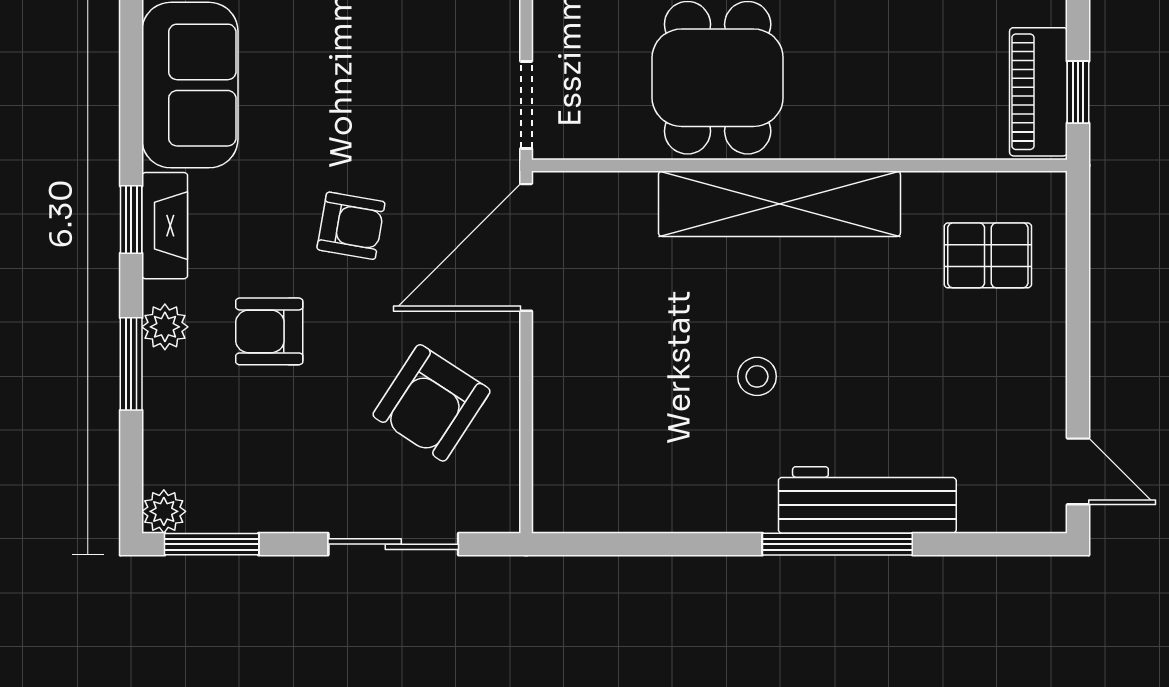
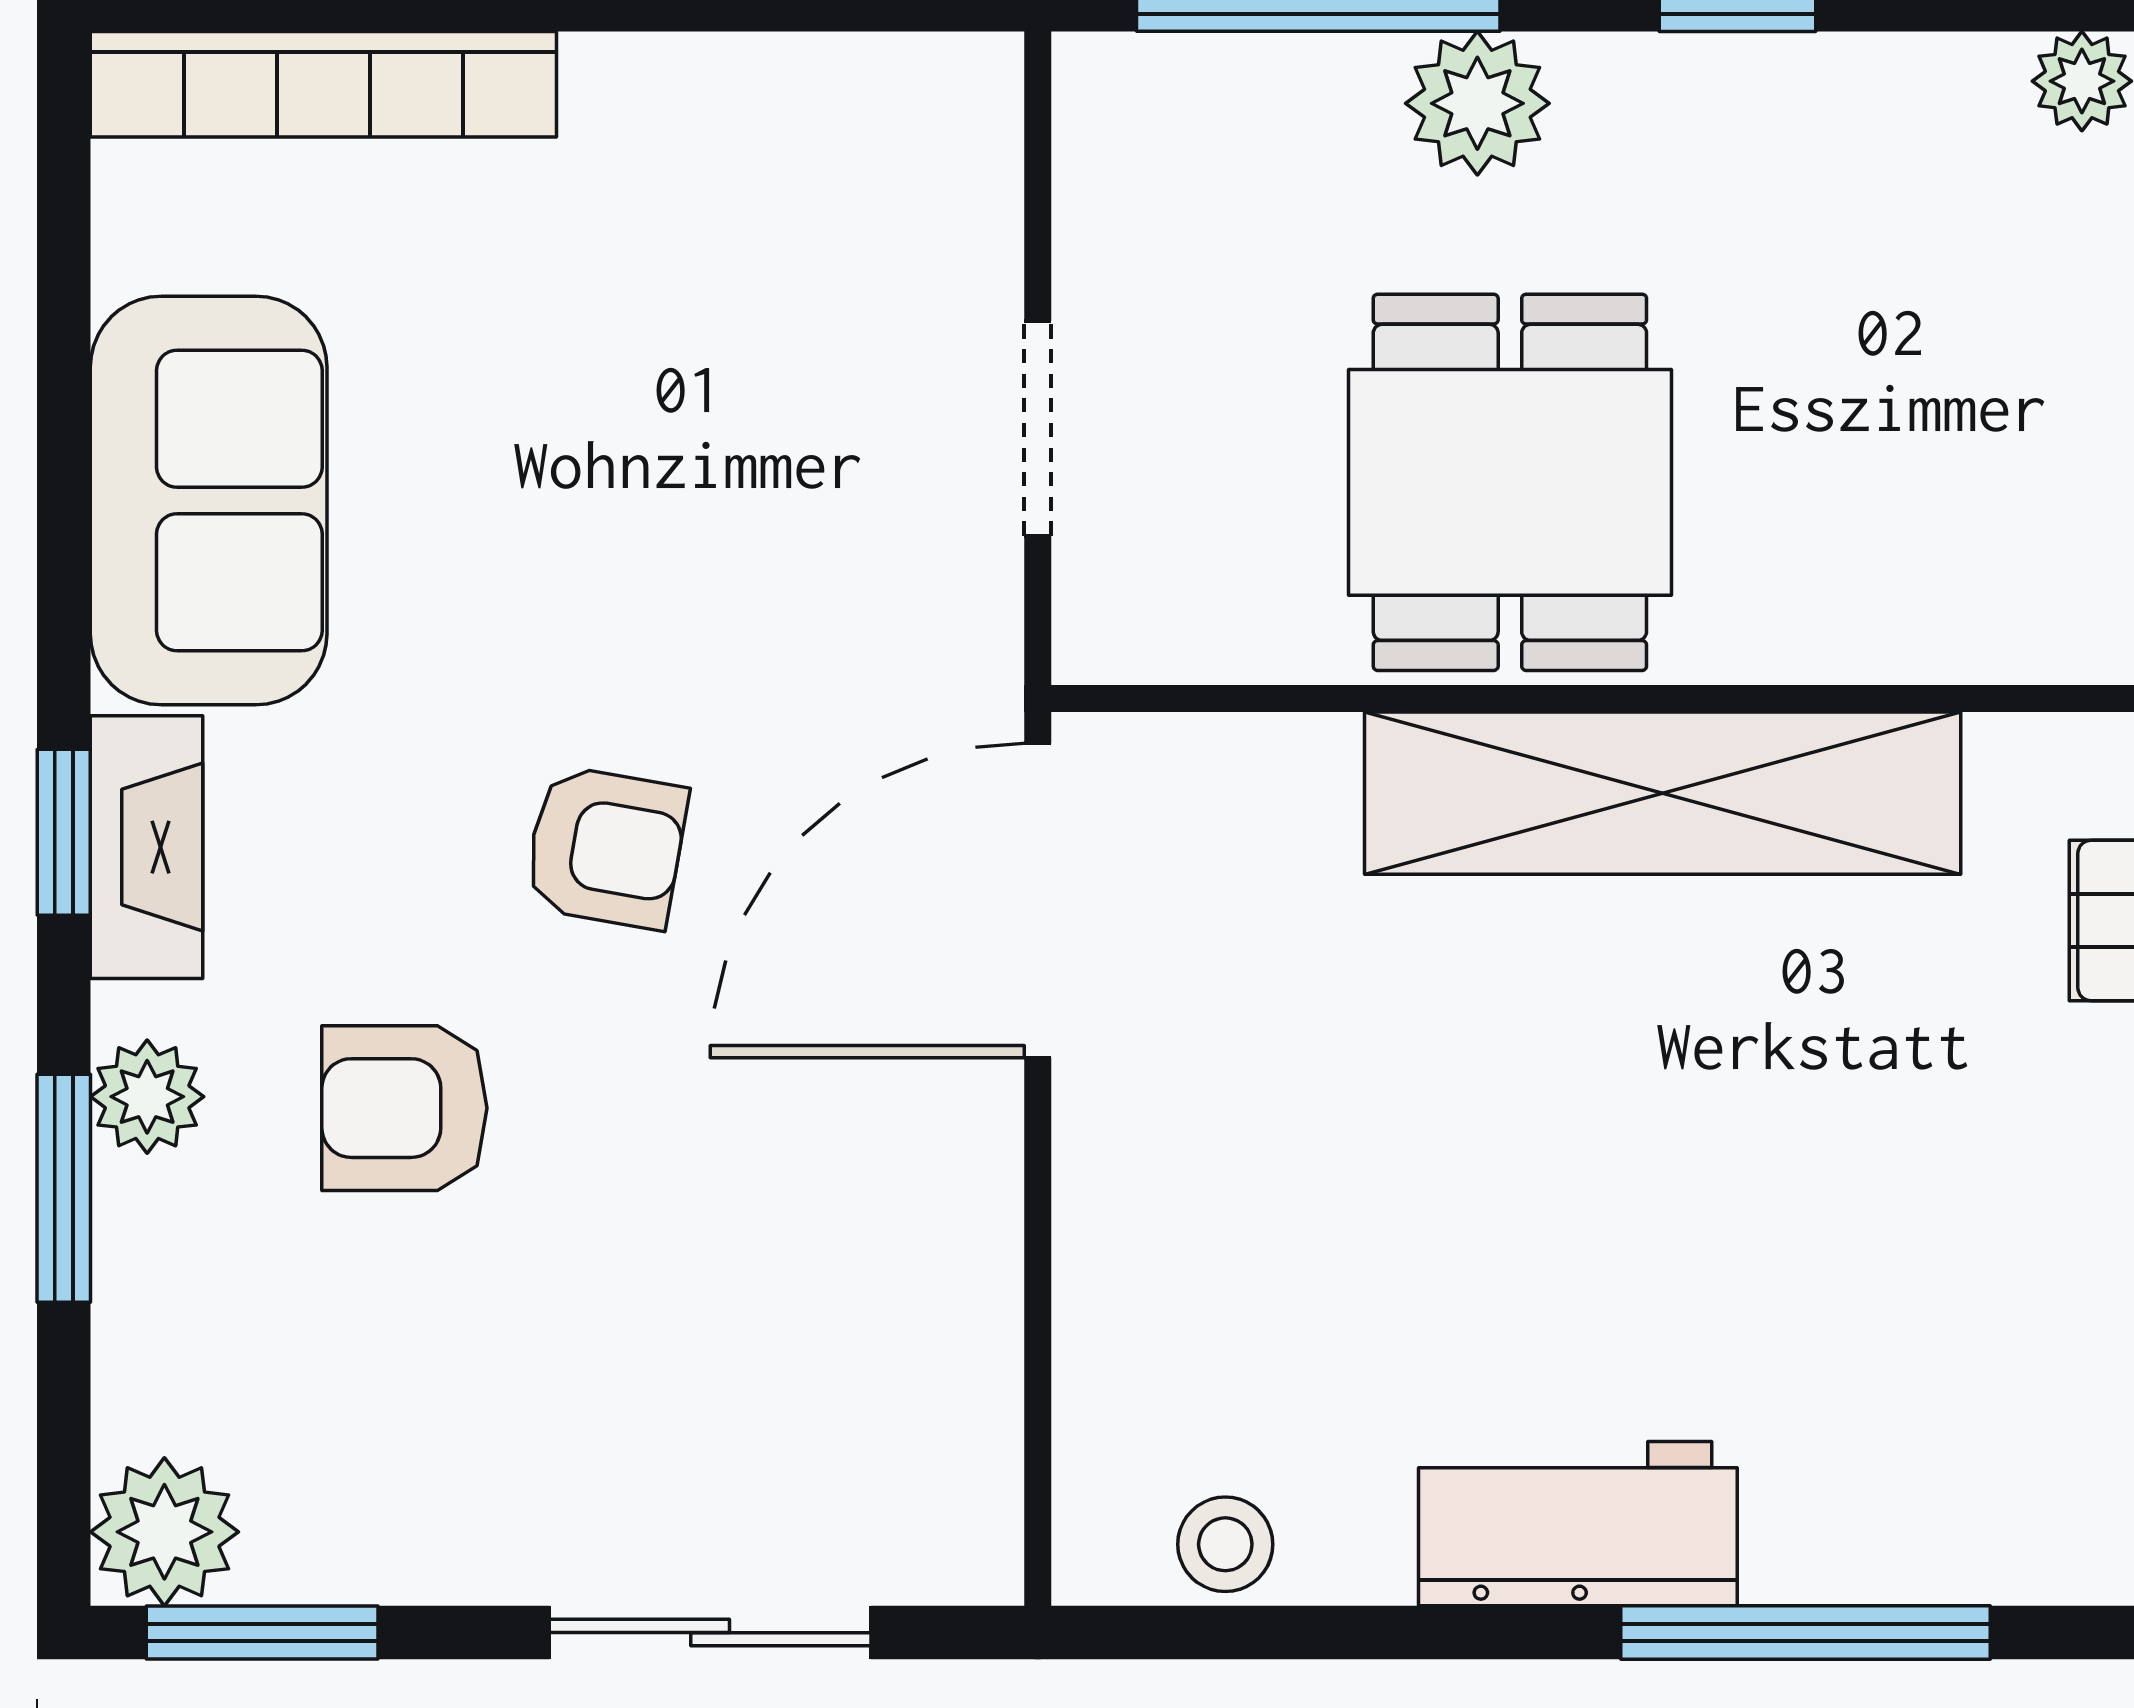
doorway: (526, 105) -> (1038, 428), moved
stool: (757, 376) -> (1225, 1544), moved
armchair: (432, 403) -> (804, 1284), removed
workbench: (867, 500) -> (1578, 1524), moved, width x0.73
plant: (164, 511) -> (164, 1532), width x1.38, depth x1.38

